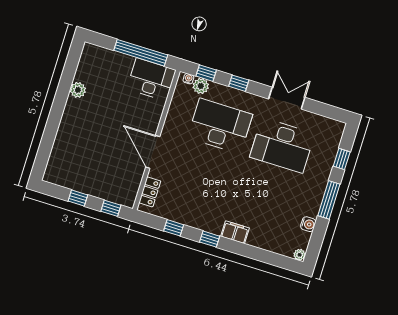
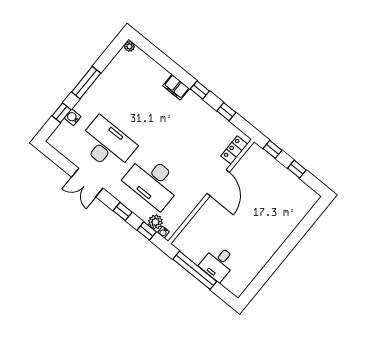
desk: (151, 79) -> (218, 263), moved, width x0.73
plant: (78, 90) -> (260, 260), removed
water cooler: (308, 224) -> (73, 117), moved

